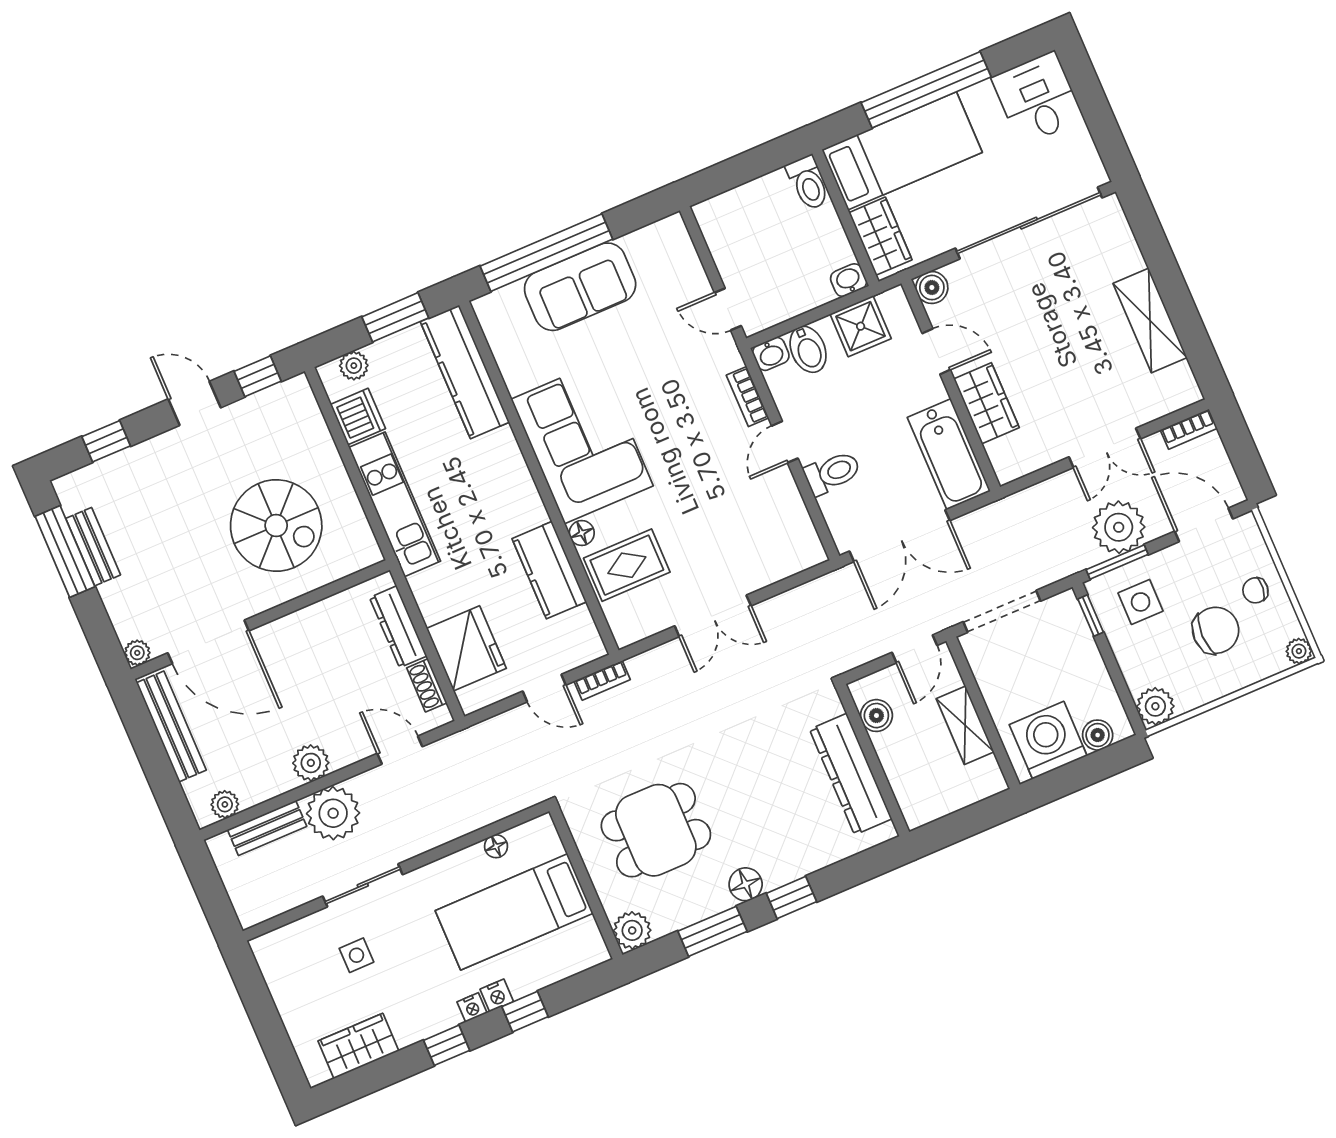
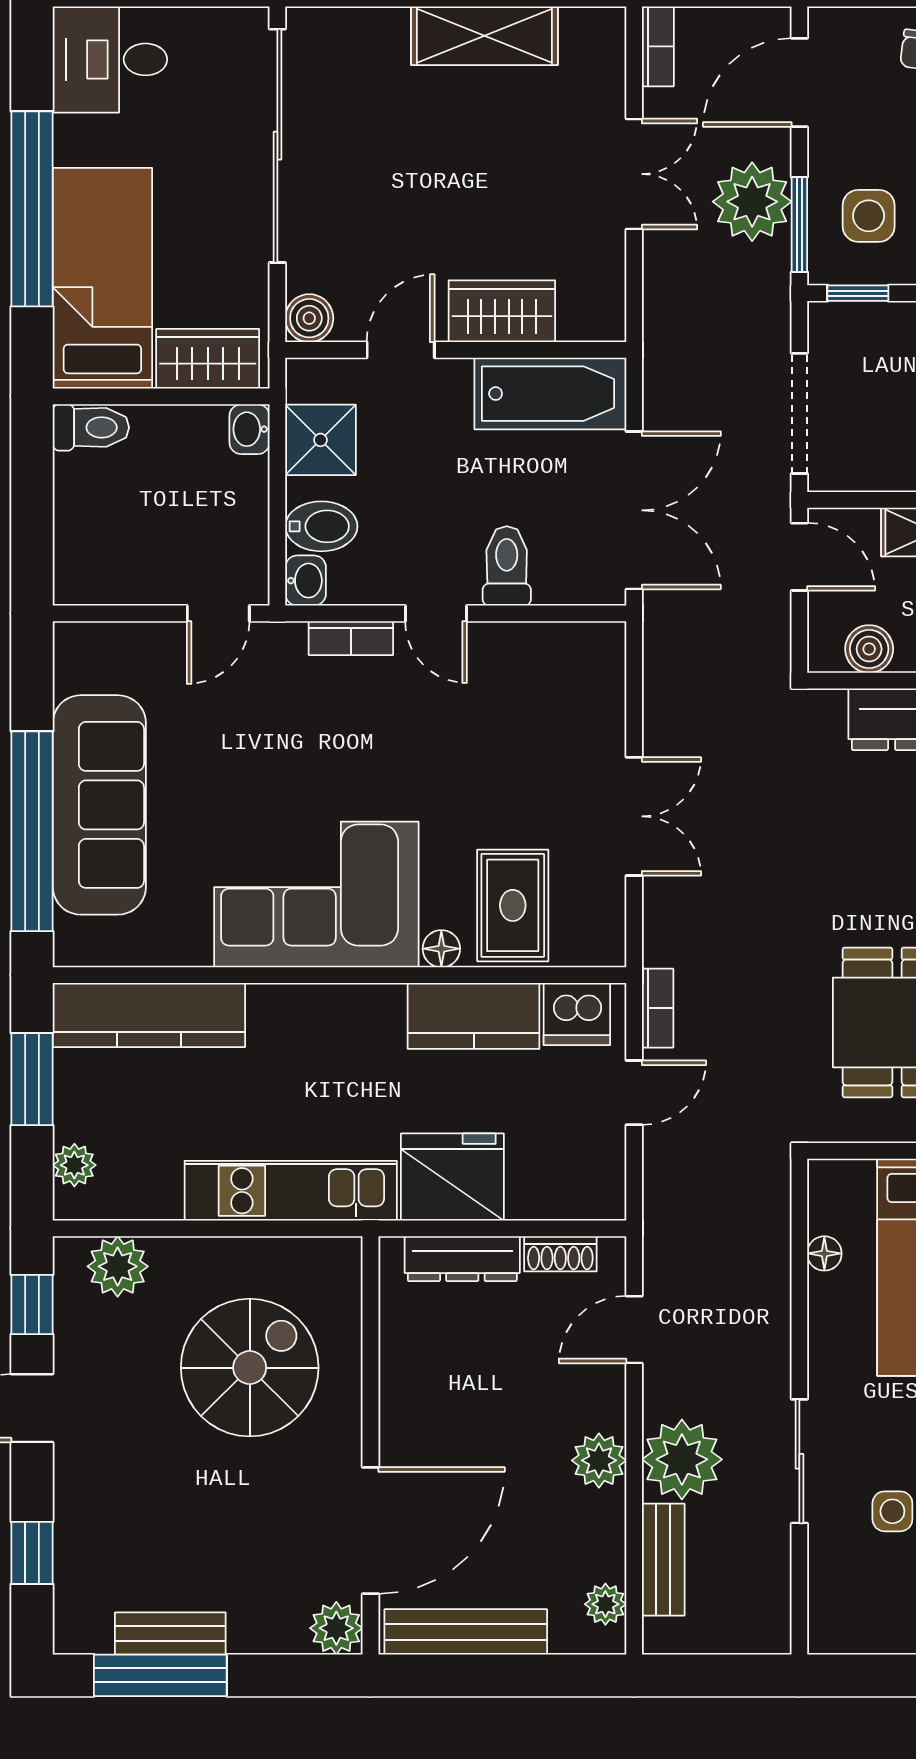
sofa: (580, 287) -> (99, 805), width x1.36
dishwasher: (358, 417) -> (577, 1014), moved, turned 180
plant: (303, 419) -> (118, 1266), added
fridge: (466, 648) -> (452, 1177), moved
plant: (137, 653) -> (336, 1628), width x1.38, depth x1.38

